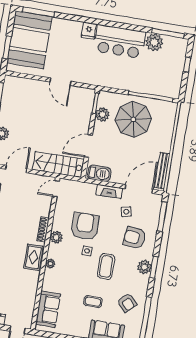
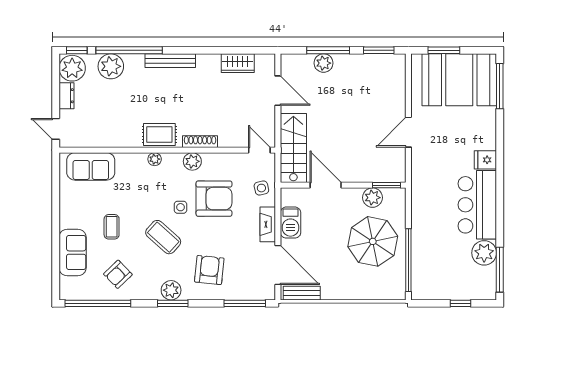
bench: (162, 171) -> (302, 293), width x0.73
barbecue: (99, 173) -> (290, 223), moved
side table: (126, 212) -> (261, 188), moved
coffee table: (106, 266) -> (163, 237), turned 42

